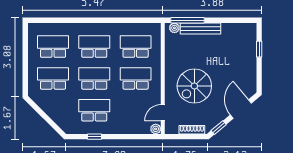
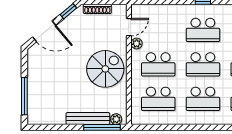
window: (259, 49) -> (24, 96), width x2.17
spiral stairs: (194, 86) -> (105, 69), moved
door: (241, 109) -> (44, 31), hinge flipped
plant: (156, 129) -> (137, 43), moved

